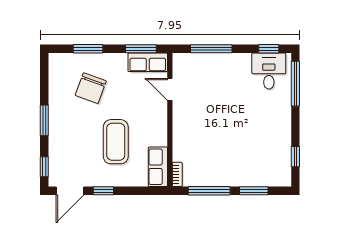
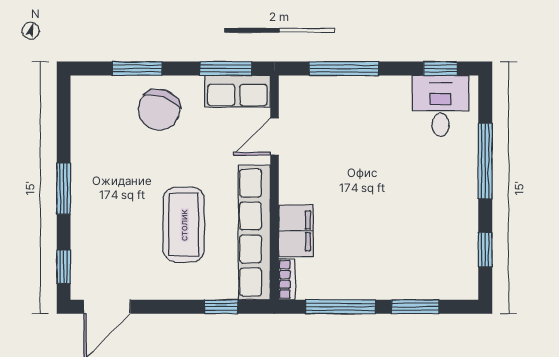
window: (295, 84) -> (485, 161), moved
chair: (91, 88) -> (159, 110), moved
door: (170, 89) -> (274, 137), hinge flipped
filing cabinet: (183, 145) -> (296, 231), added
row of seats: (158, 167) -> (254, 233), width x2.02
window: (103, 191) -> (221, 307), moved

